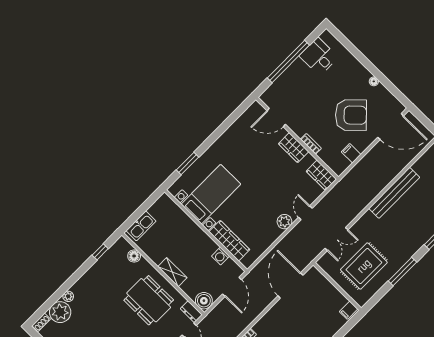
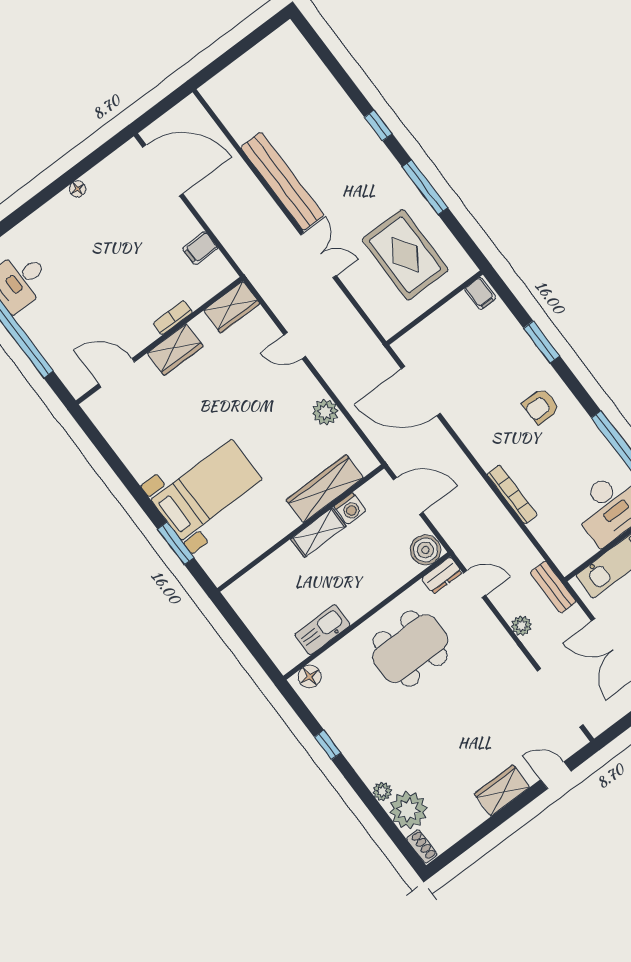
armchair: (351, 115) -> (132, 238), removed
door: (276, 118) -> (117, 373), swing flipped
door: (391, 127) -> (163, 170), hinge flipped
bed with nightstands: (211, 194) -> (207, 490), moved, turned 90
plant: (284, 222) -> (325, 412), moved
kitchen sink: (141, 226) -> (322, 630), moved, turned -90
double door: (336, 239) -> (318, 255), moved
window: (100, 252) -> (328, 745), moved
floor lamp: (134, 256) -> (310, 676), moved
shelving: (172, 272) -> (318, 533), moved

